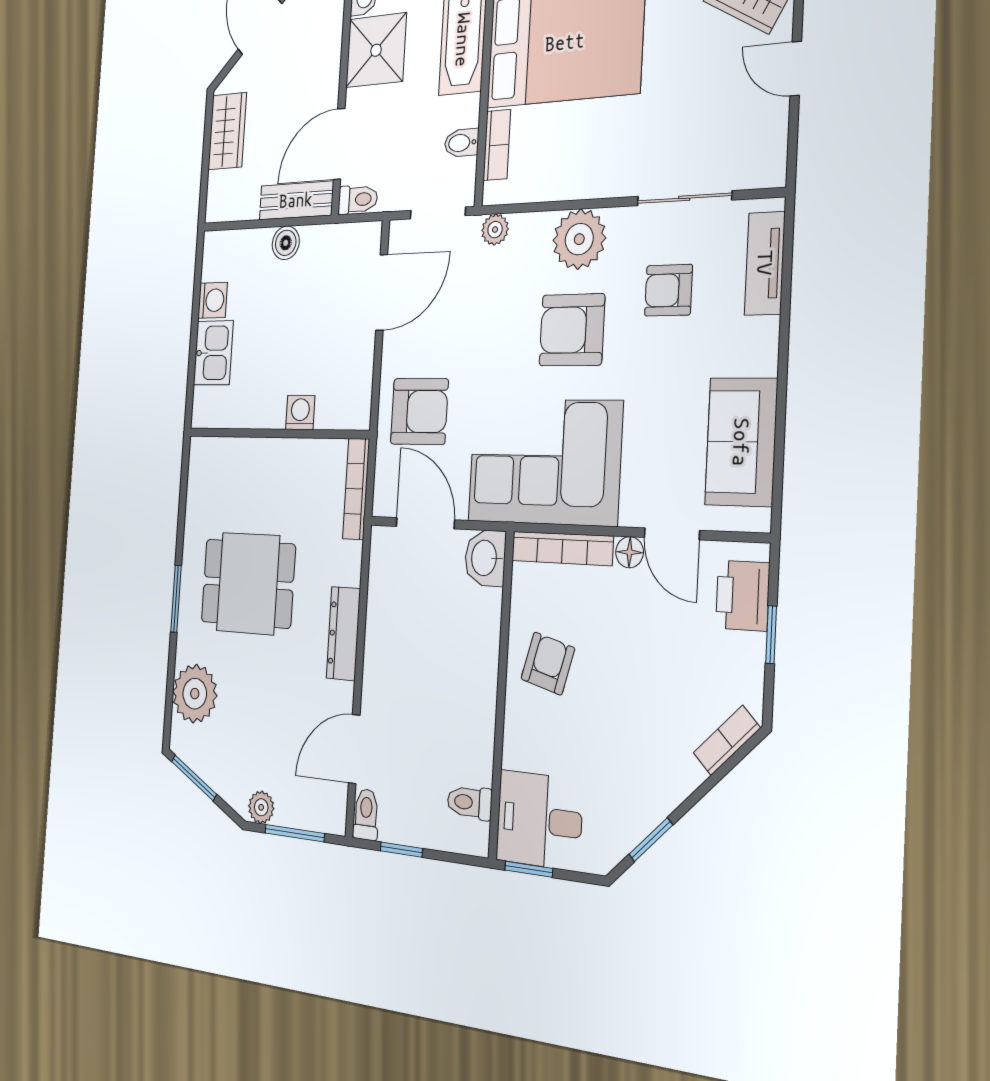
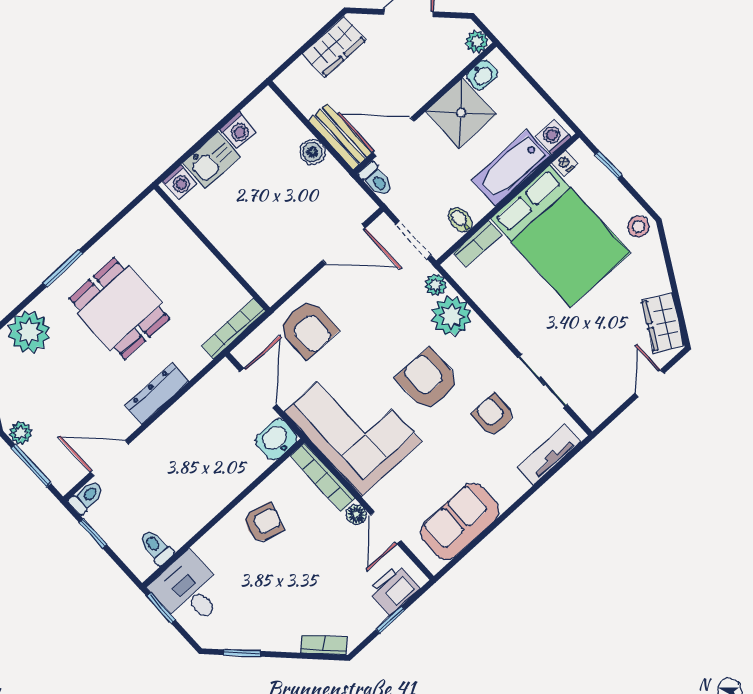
plant: (579, 239) -> (451, 316), moved
washing machine: (300, 412) -> (180, 182), moved, turned 90

